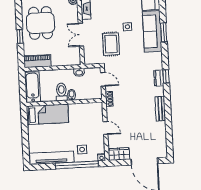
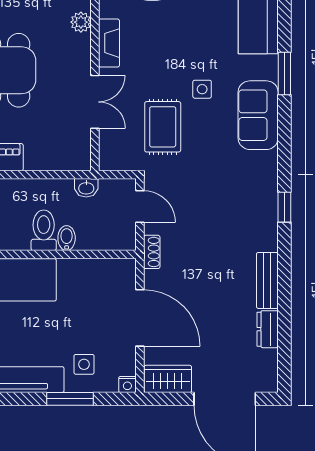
sofa: (152, 31) -> (258, 115), width x0.73
window: (164, 32) -> (284, 74), moved
double door: (81, 35) -> (95, 102), swing flipped
dresser: (159, 78) -> (268, 329), moved
door: (105, 128) -> (140, 318), width x1.88
window: (77, 165) -> (70, 399), width x0.47

